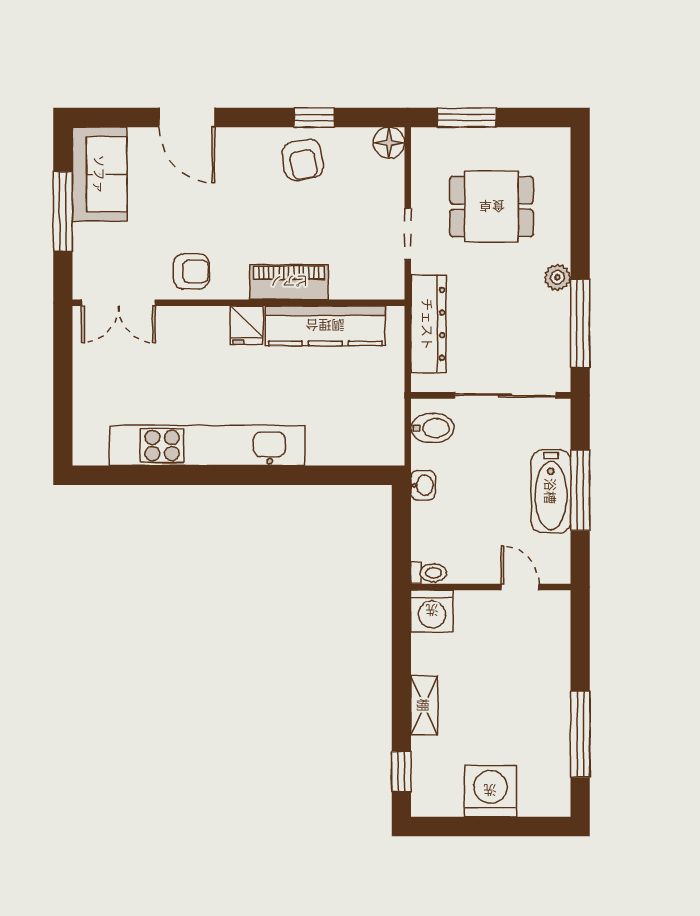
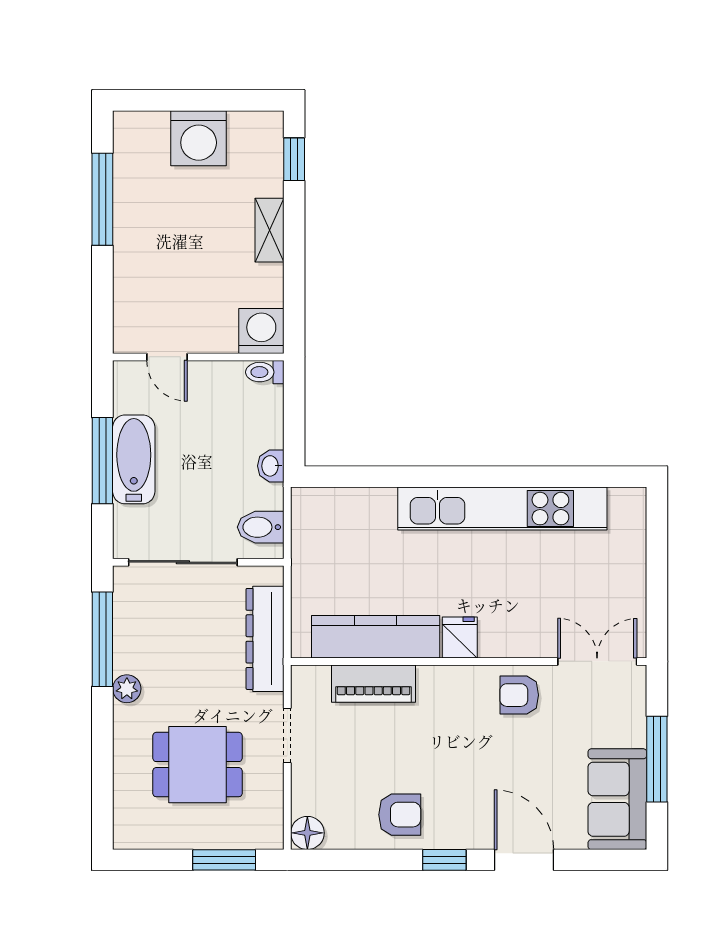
window: (314, 118) -> (444, 860), moved
armchair: (303, 160) -> (400, 815), turned 100
piano: (289, 282) -> (374, 684), moved

